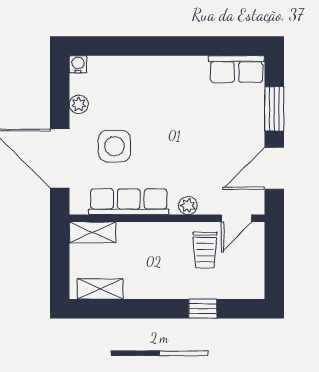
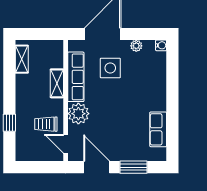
row of seats: (236, 69) -> (158, 129), moved
plant: (188, 206) -> (78, 114), width x1.87, depth x1.87
shelving: (93, 232) -> (57, 83), moved

